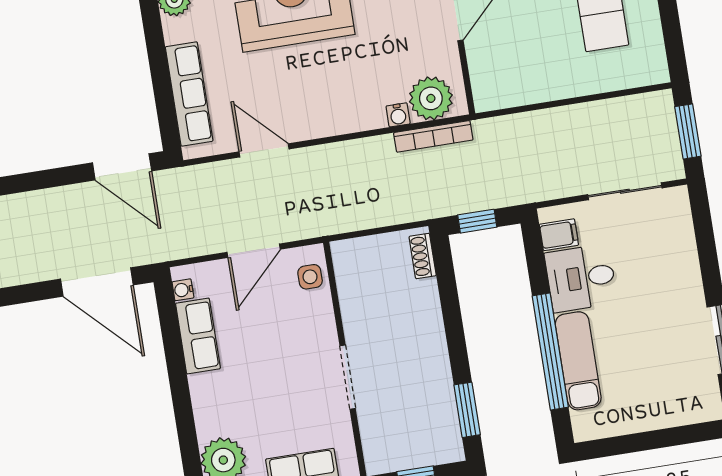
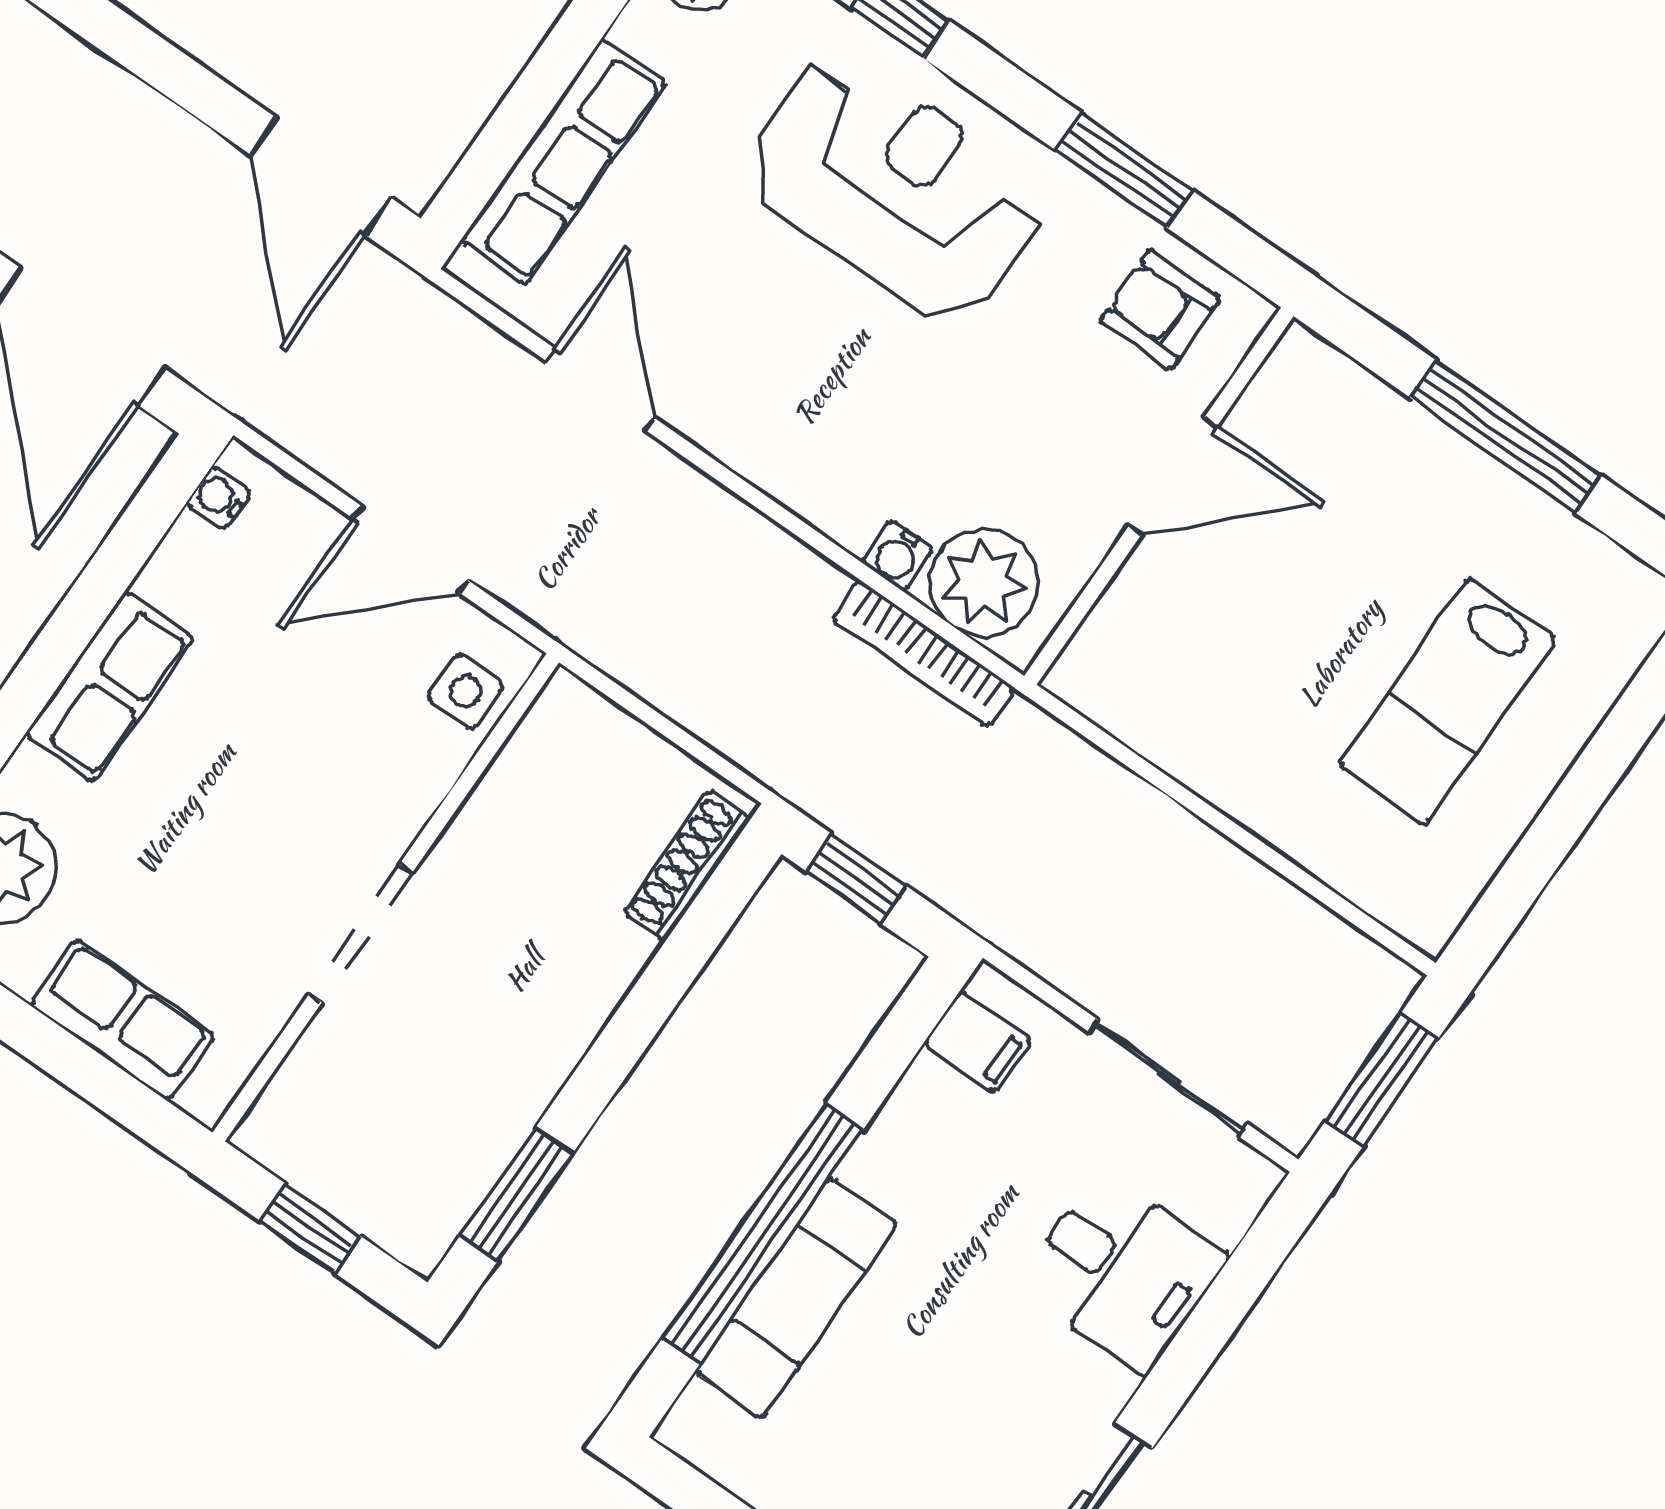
shoe rack: (423, 256) -> (687, 866), width x1.43
desk: (581, 278) -> (1123, 1271), moved, turned 180
row of seats: (198, 336) -> (109, 687), moved

